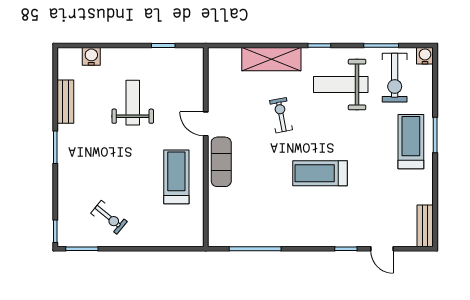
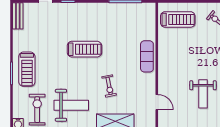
door: (206, 124) -> (157, 102), moved
treadmill: (176, 177) -> (178, 19), moved, turned -90

